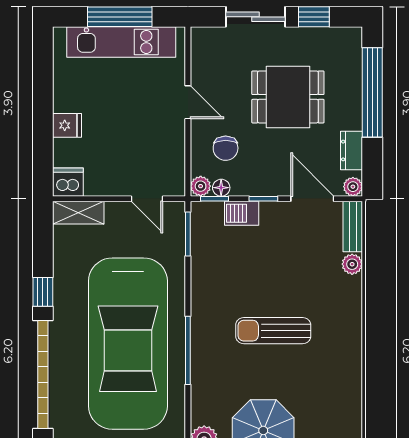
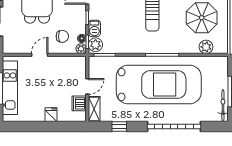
dishwasher: (68, 182) -> (79, 103), moved
door: (147, 199) -> (87, 86), moved
plant: (208, 215) -> (95, 45), added
window: (43, 292) -> (119, 126), moved

